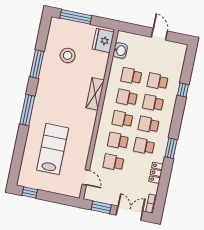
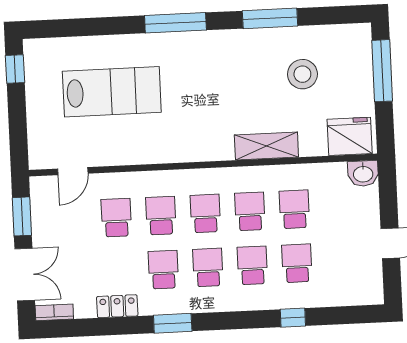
washbasin: (120, 50) -> (363, 173), moved
shelving: (95, 94) -> (266, 146), moved

